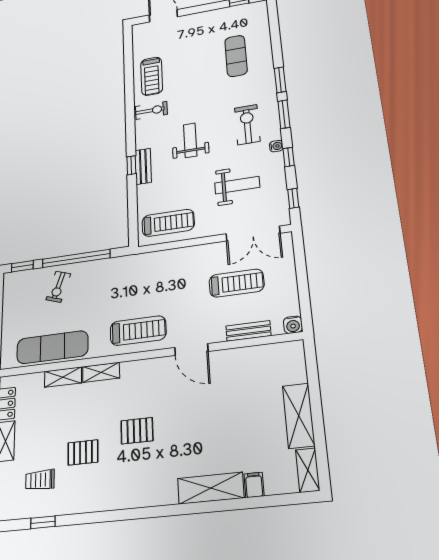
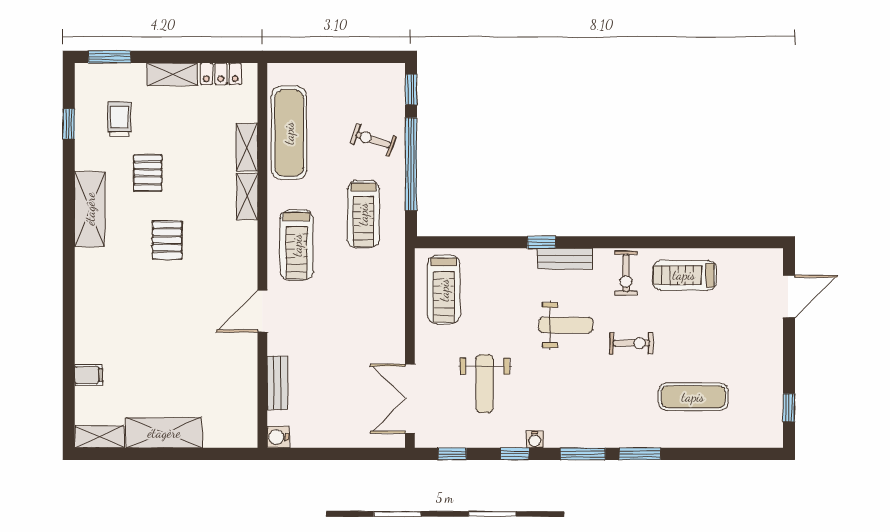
exercise bike: (247, 125) -> (631, 343), moved, width x0.73, depth x0.72
bench: (143, 166) -> (565, 259), moved
treadmill: (237, 283) -> (363, 214), moved
shelving: (211, 488) -> (90, 209), moved

